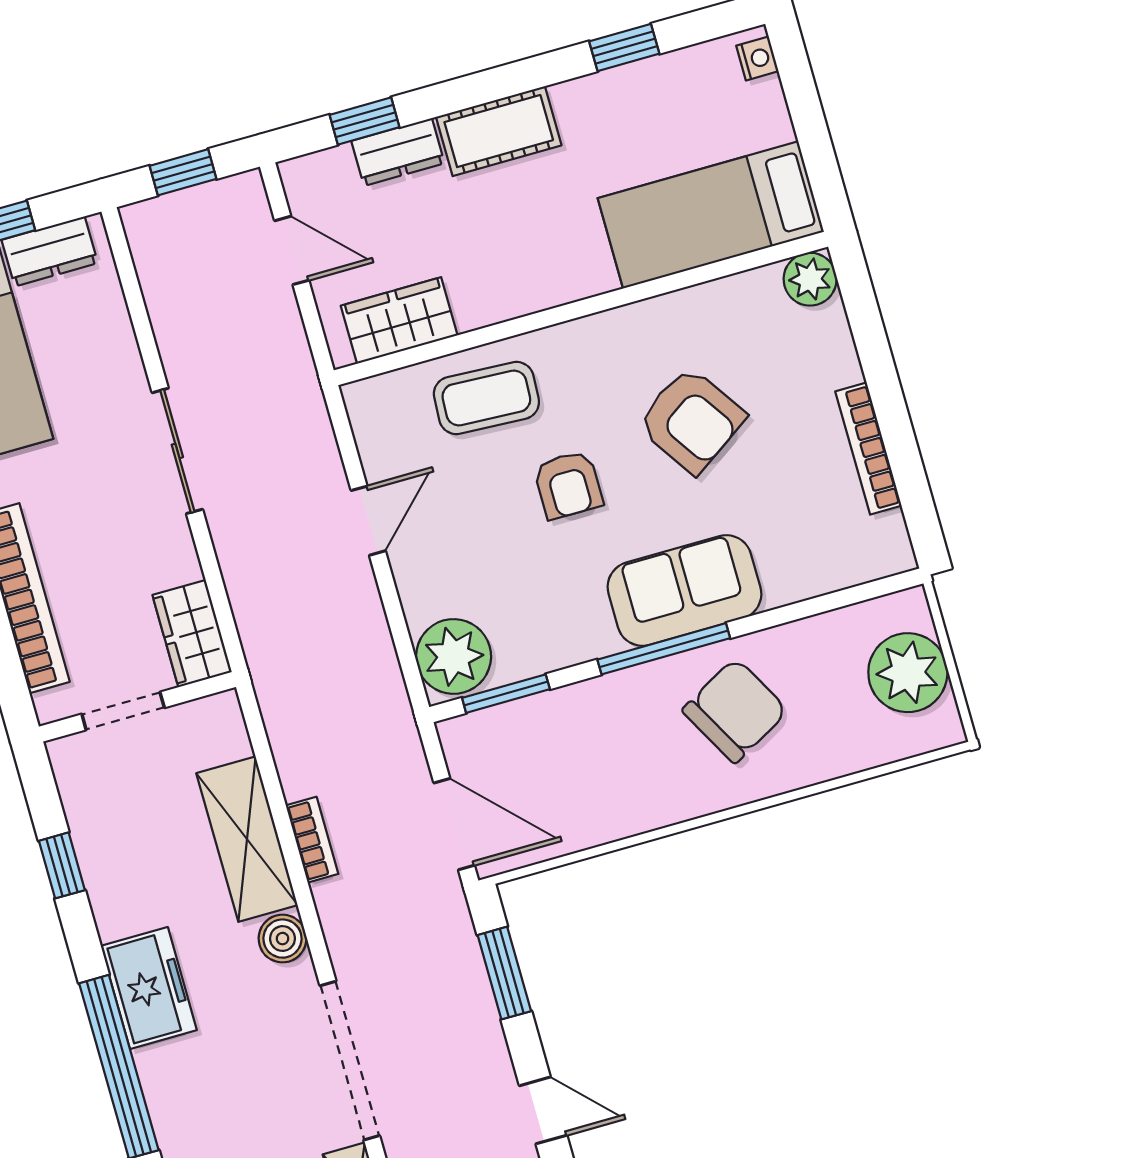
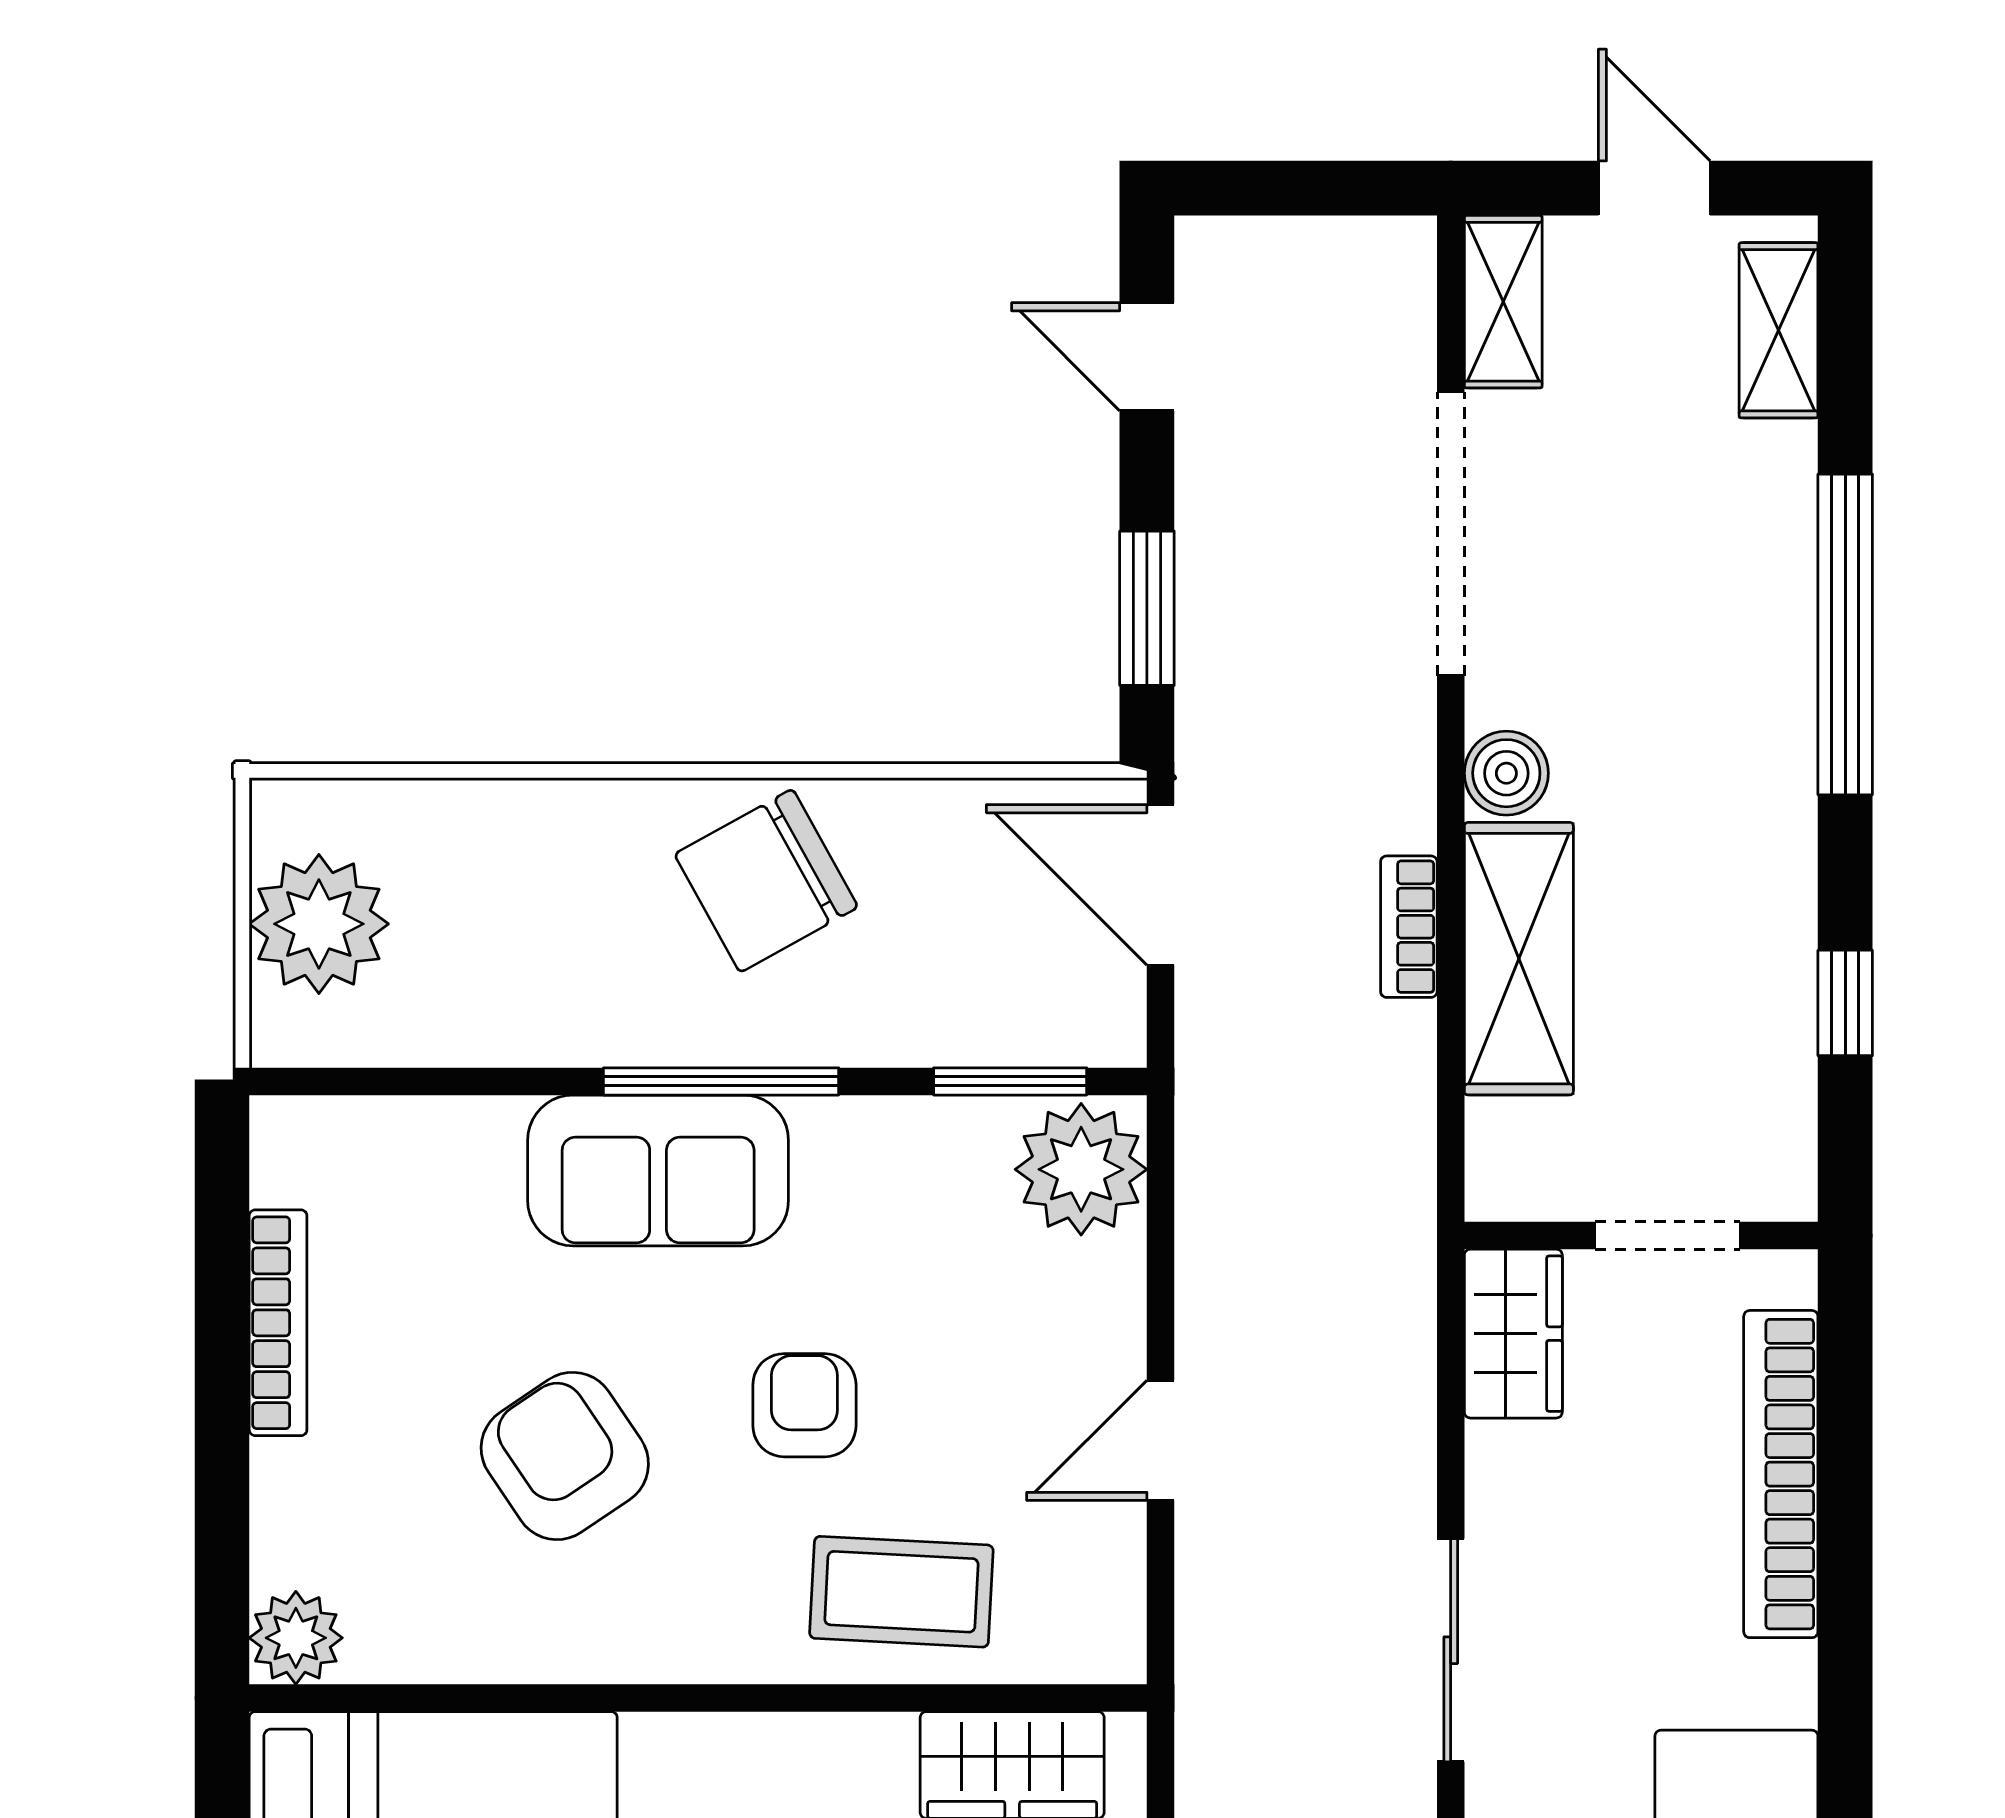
chair: (735, 710) -> (766, 881), moved
freezer: (149, 988) -> (1757, 754), removed

